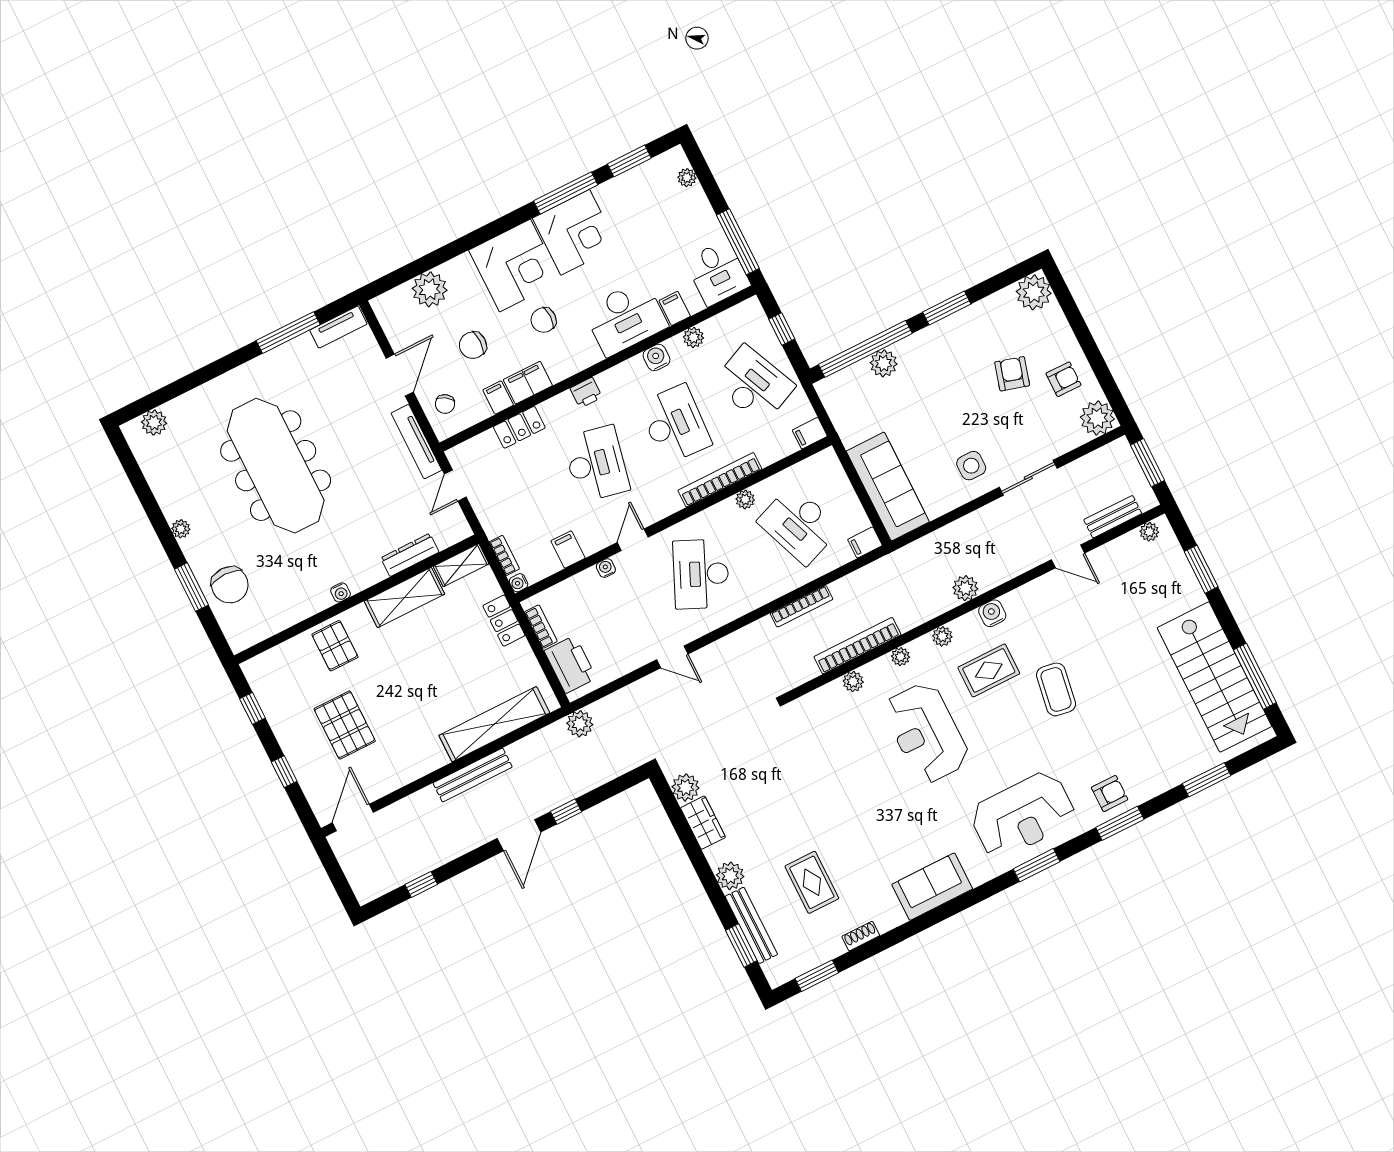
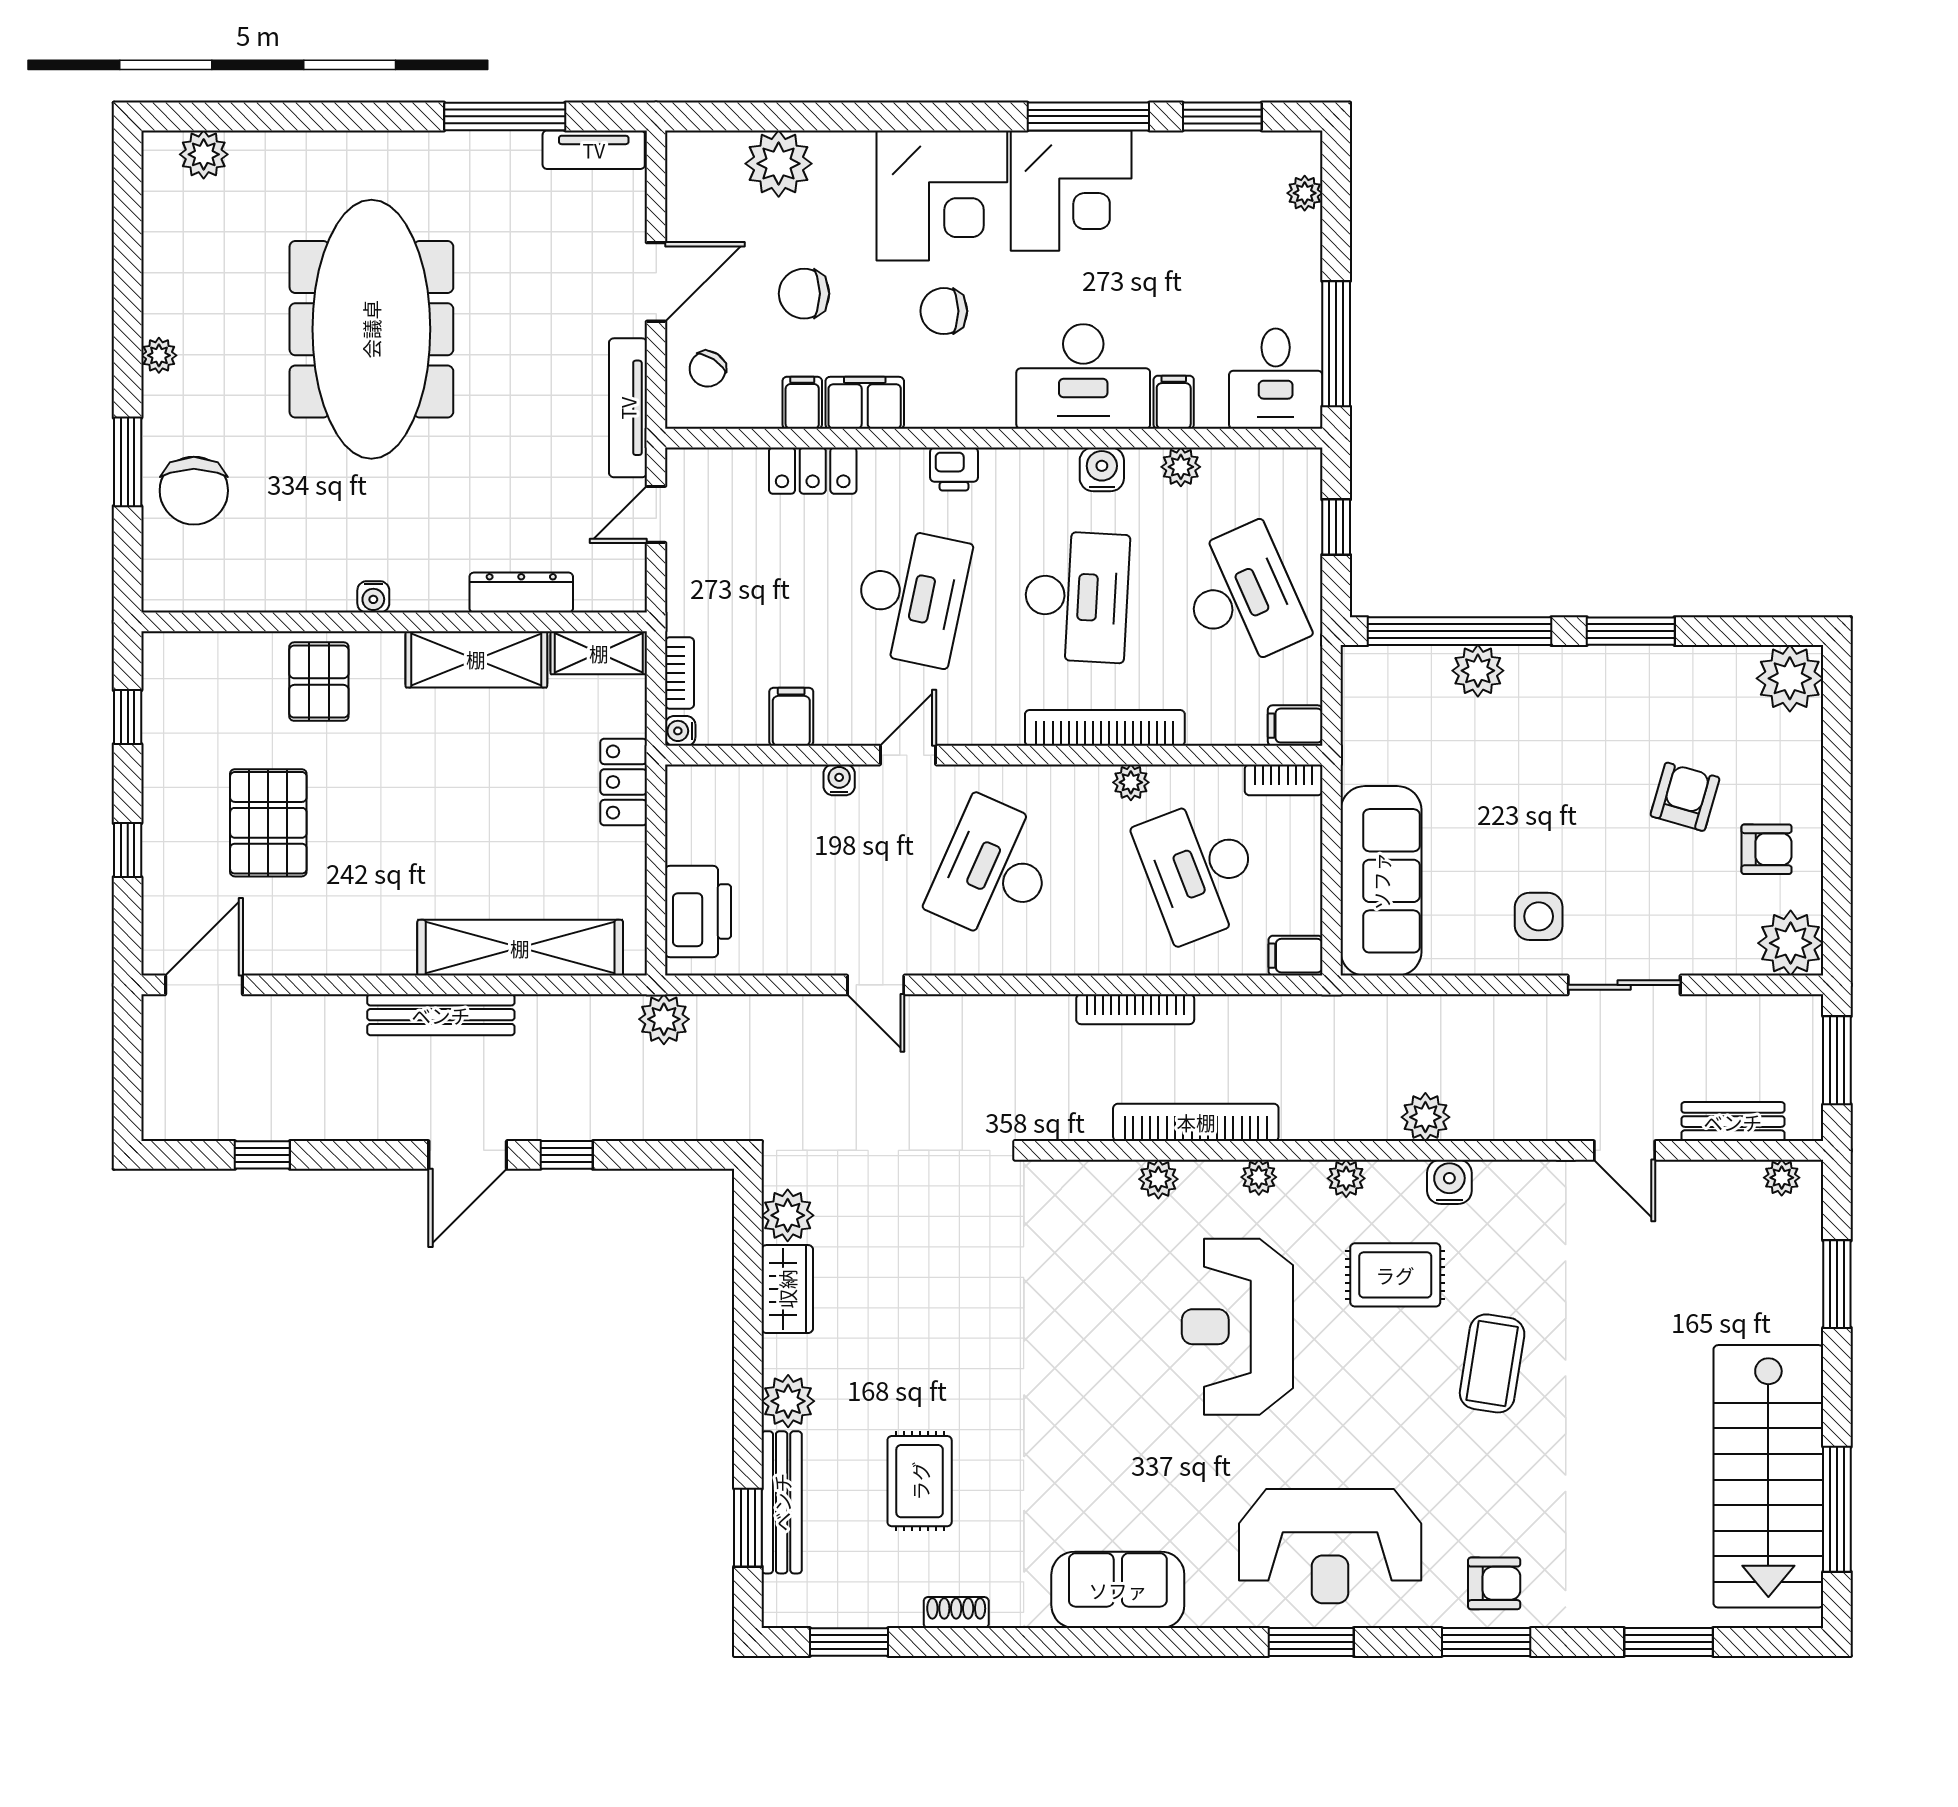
bookcase: (541, 627) -> (1284, 780), moved, turned 90

